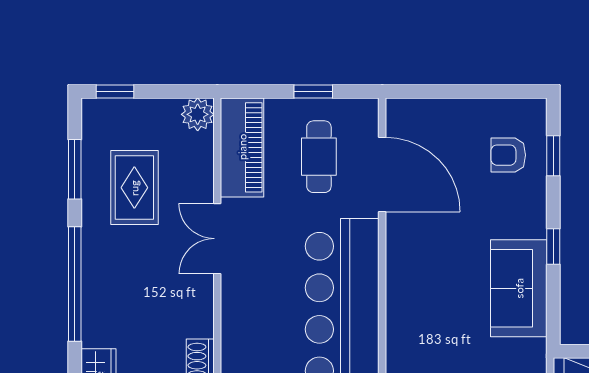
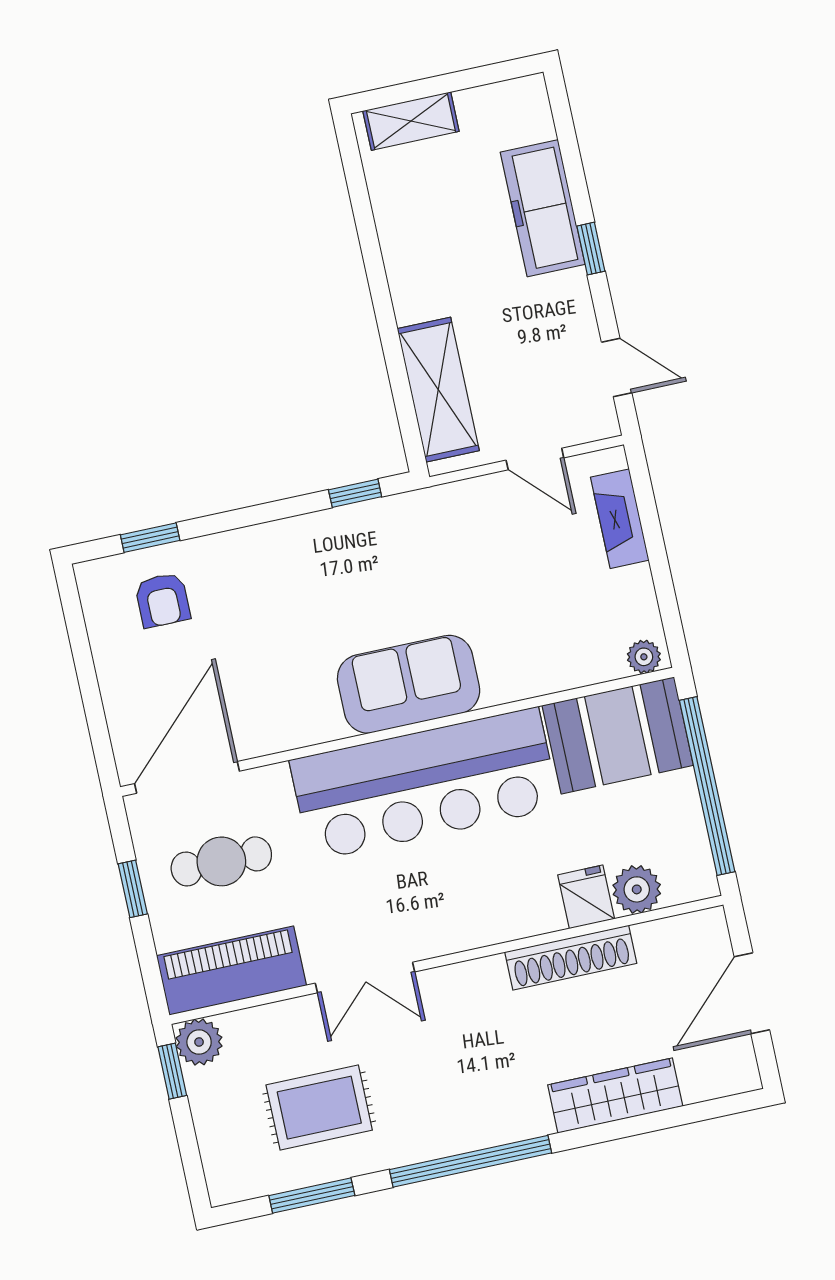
window: (115, 91) -> (172, 1071), moved
door: (382, 175) -> (187, 777), moved
window: (553, 247) -> (355, 493), moved
sofa: (519, 288) -> (409, 684), moved, turned 180

